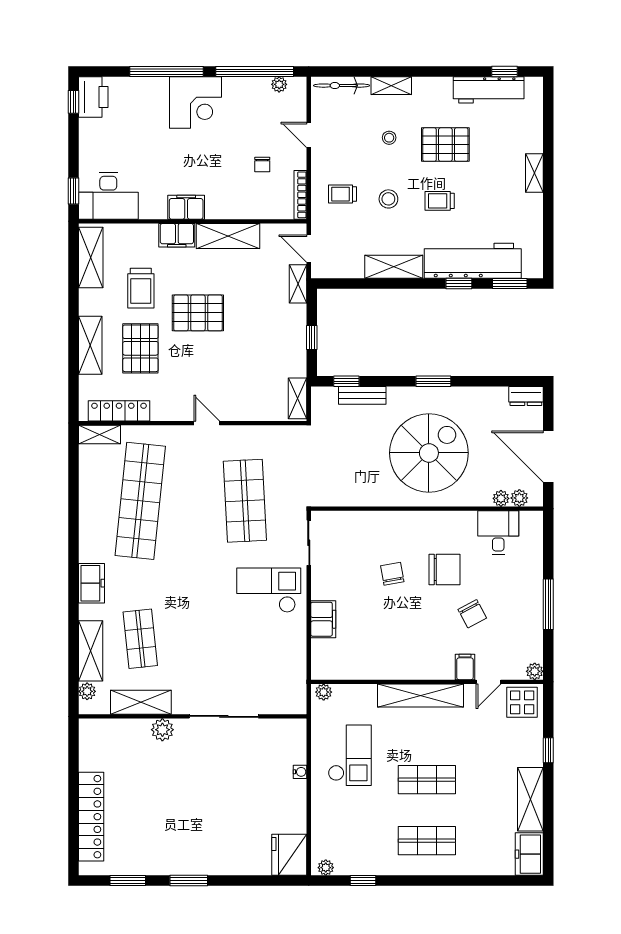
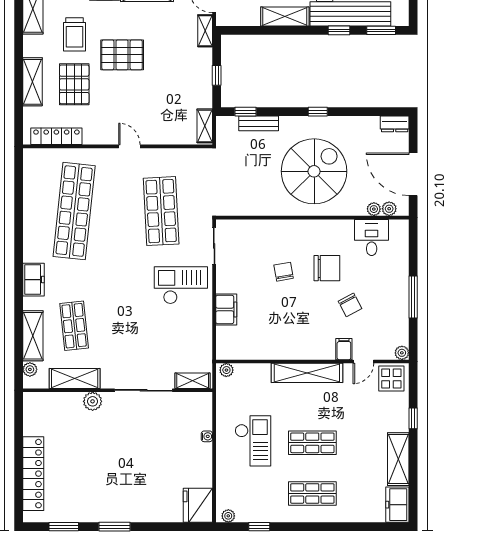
window: (433, 381) -> (318, 112), width x0.67
shelving: (99, 434) -> (193, 381), moved
checkout: (350, 755) -> (253, 441), moved

